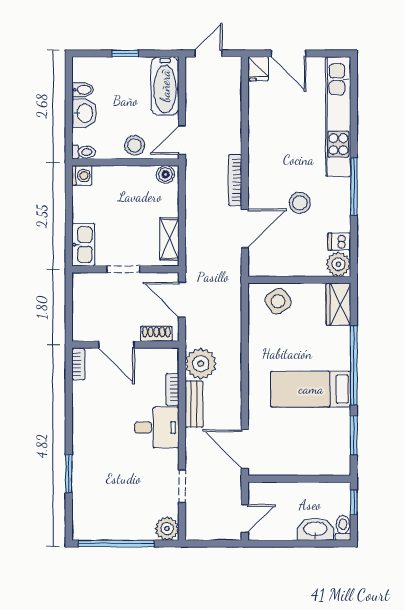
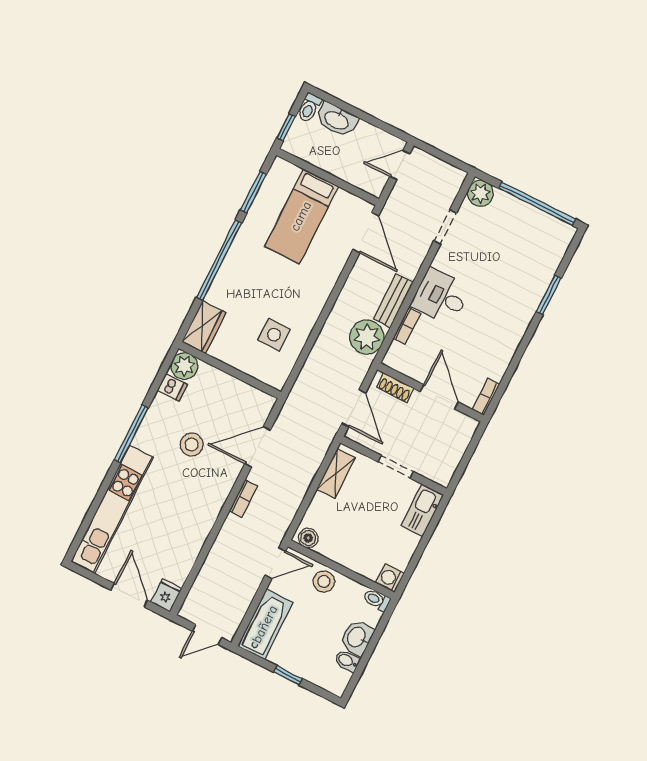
bookcase: (235, 180) -> (243, 498), width x0.64
side table: (278, 301) -> (274, 335), moved, turned 35
bed: (311, 389) -> (301, 216), moved, turned 90

